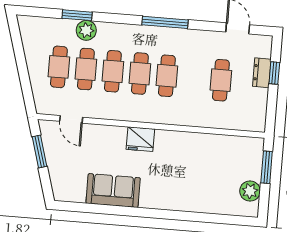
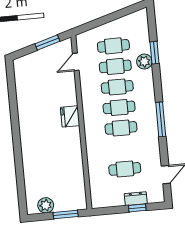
sofa: (113, 191) -> (28, 103), removed

